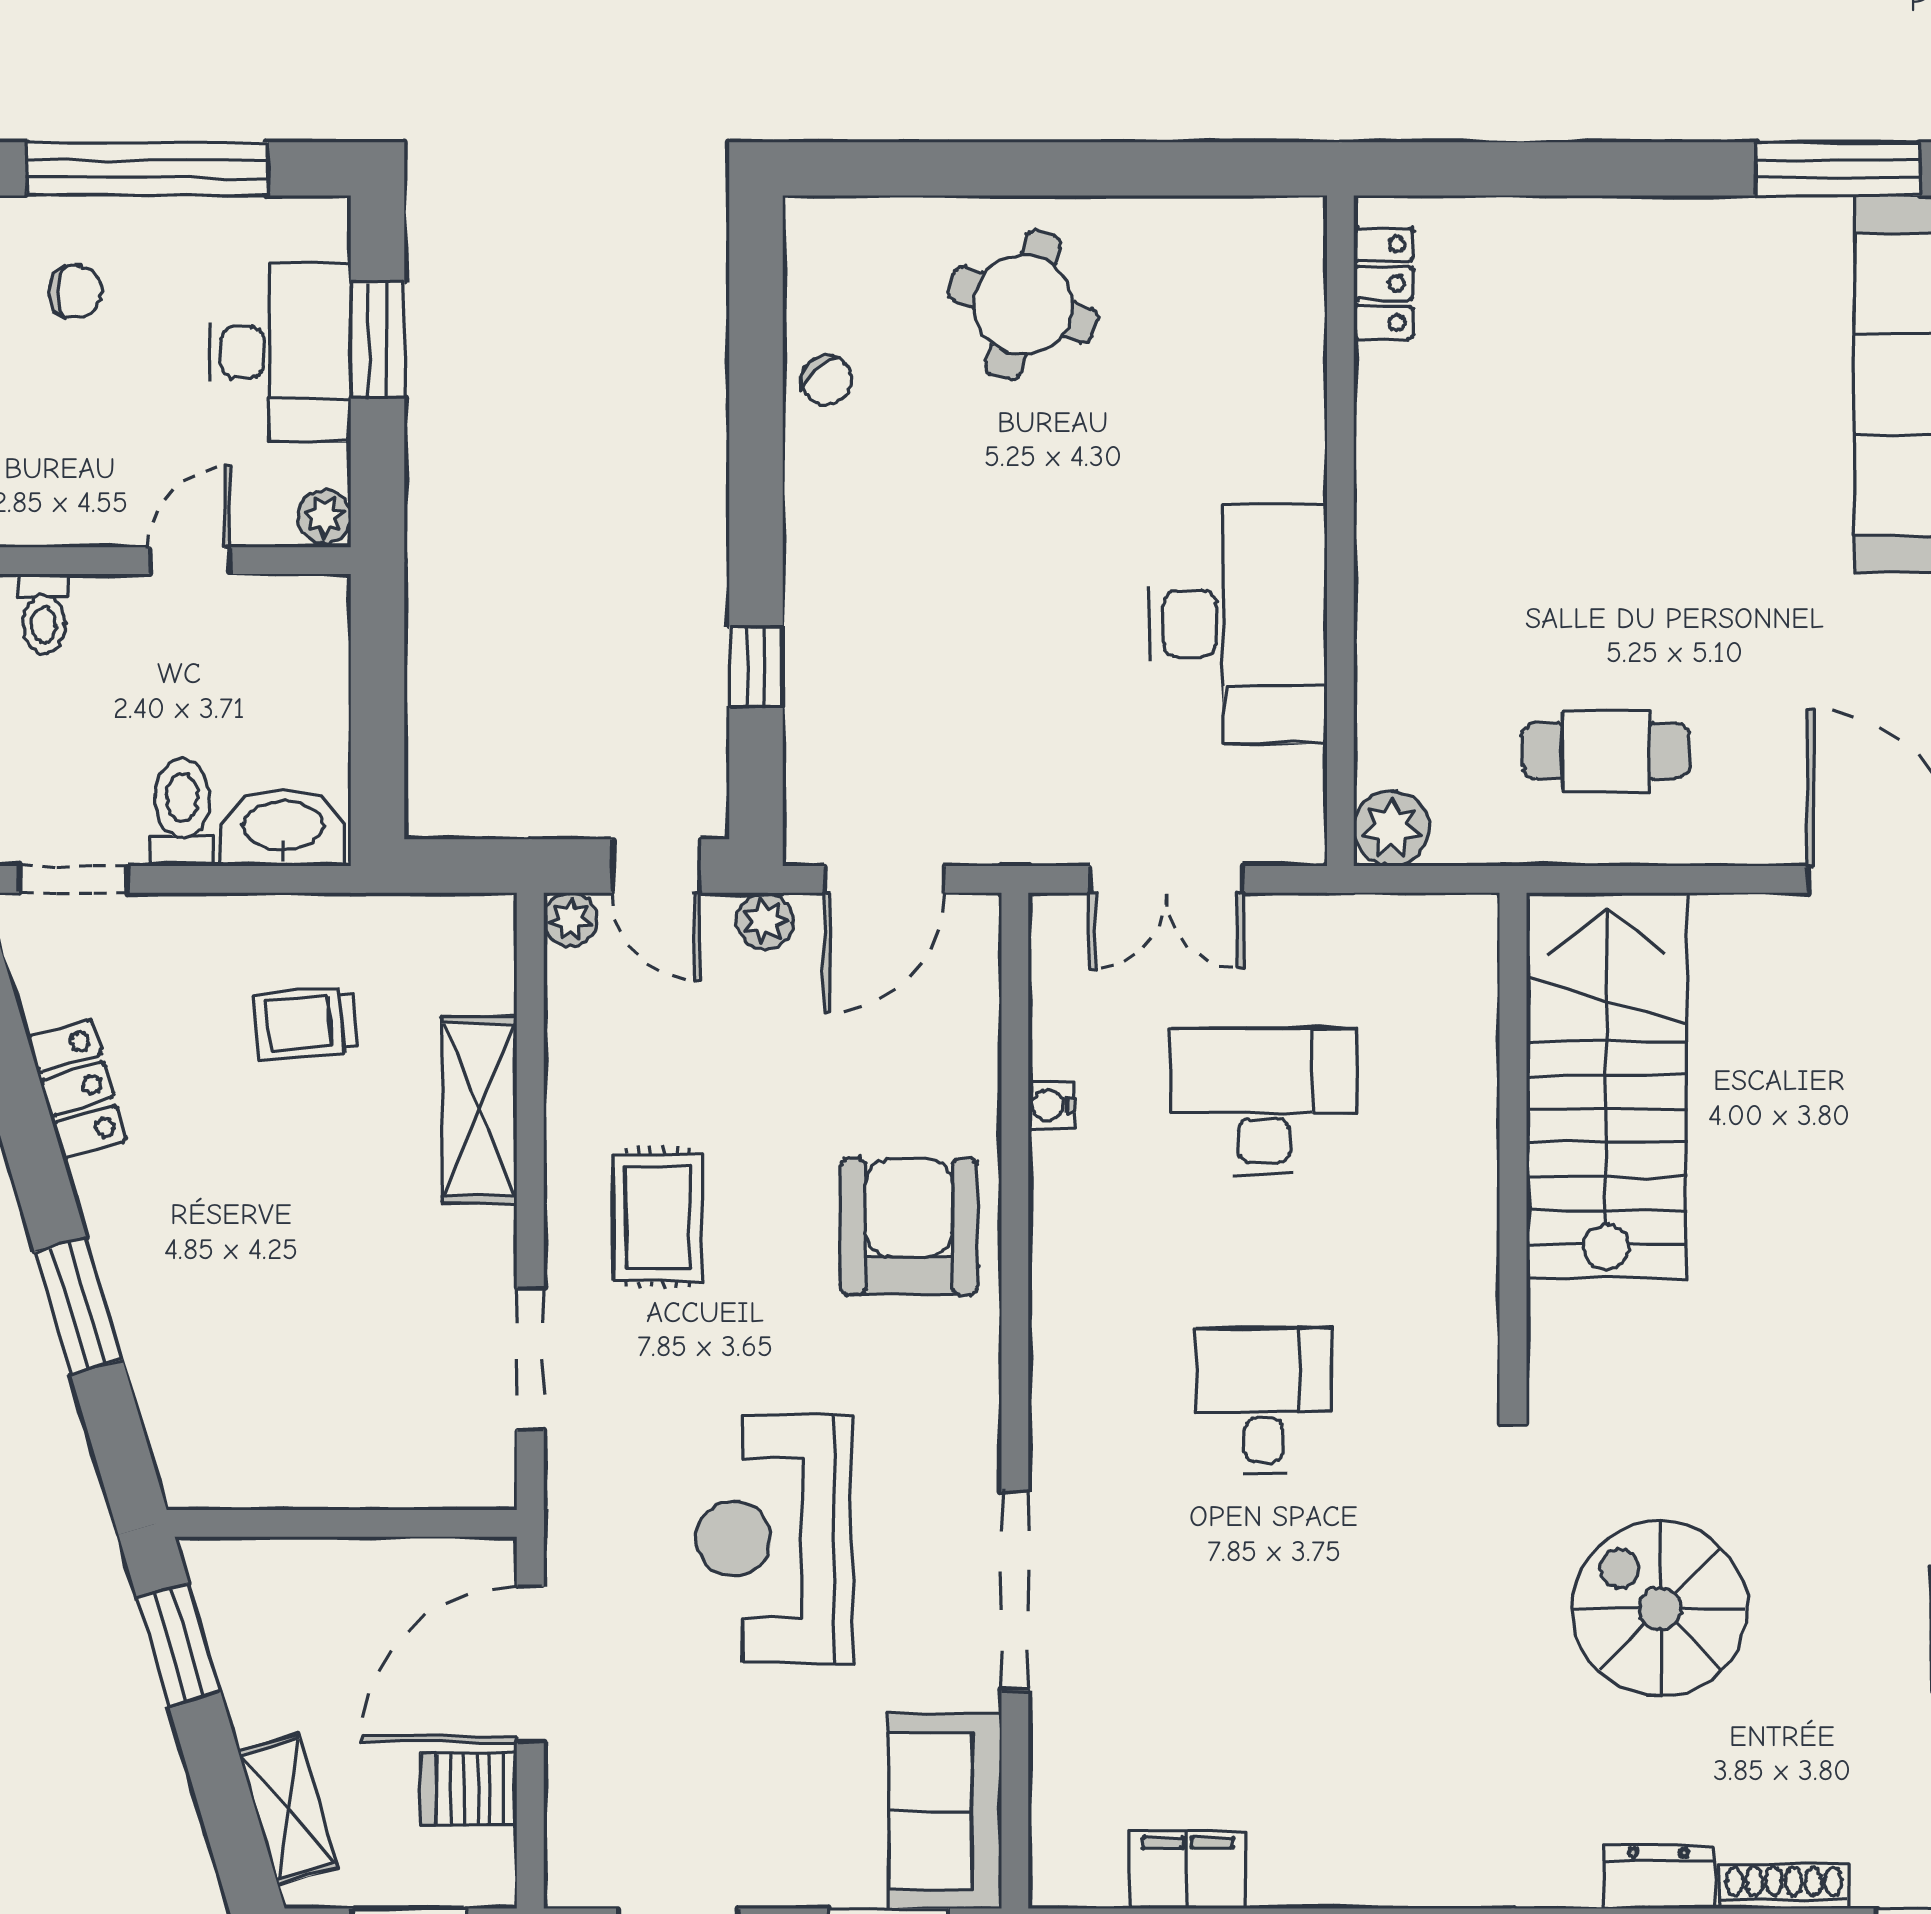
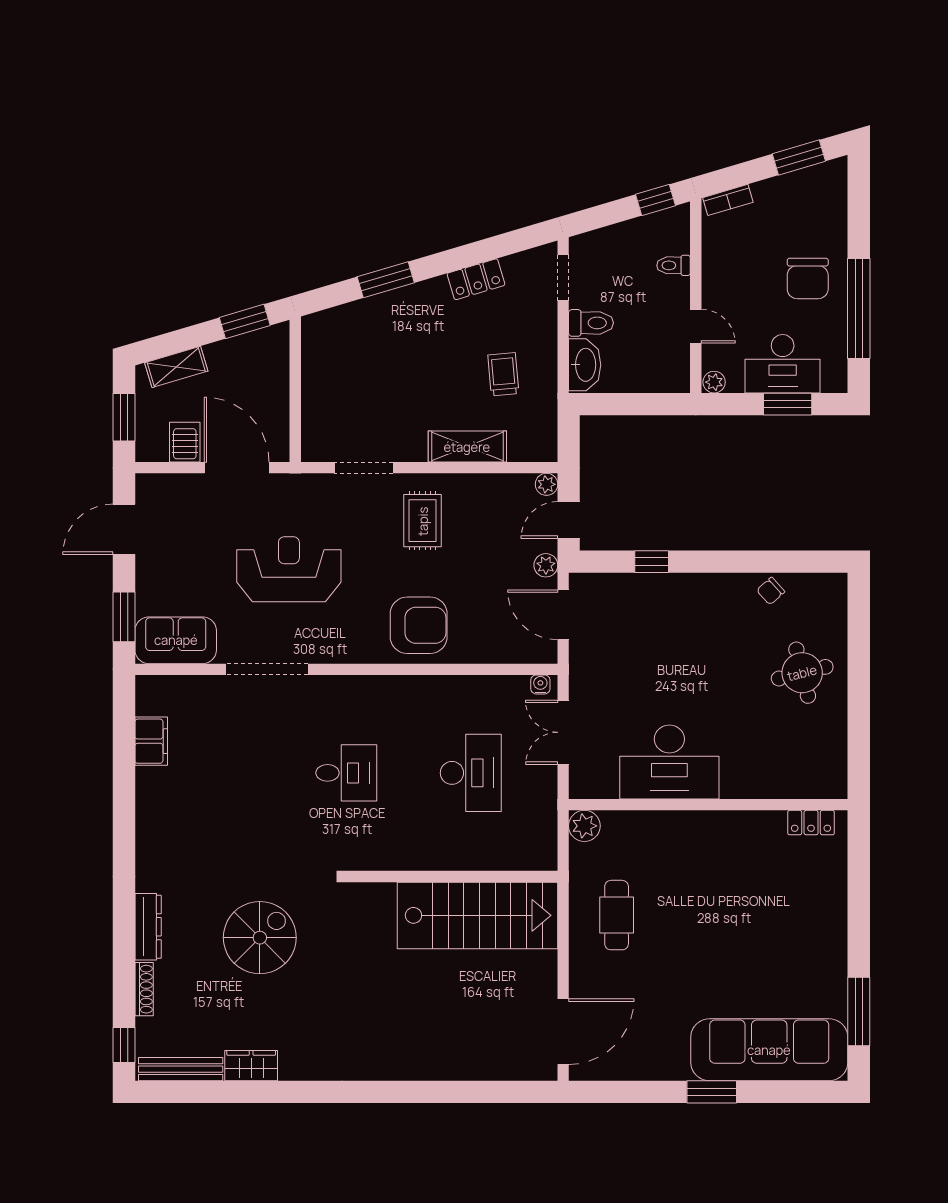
chair: (75, 292) -> (808, 278), width x1.87, depth x1.87
round table: (1023, 305) -> (802, 673), turned -32
water cooler: (1051, 1105) -> (540, 684), moved
rug: (658, 1217) -> (423, 521), turned 90
dresser: (1658, 1877) -> (148, 927), width x1.44

